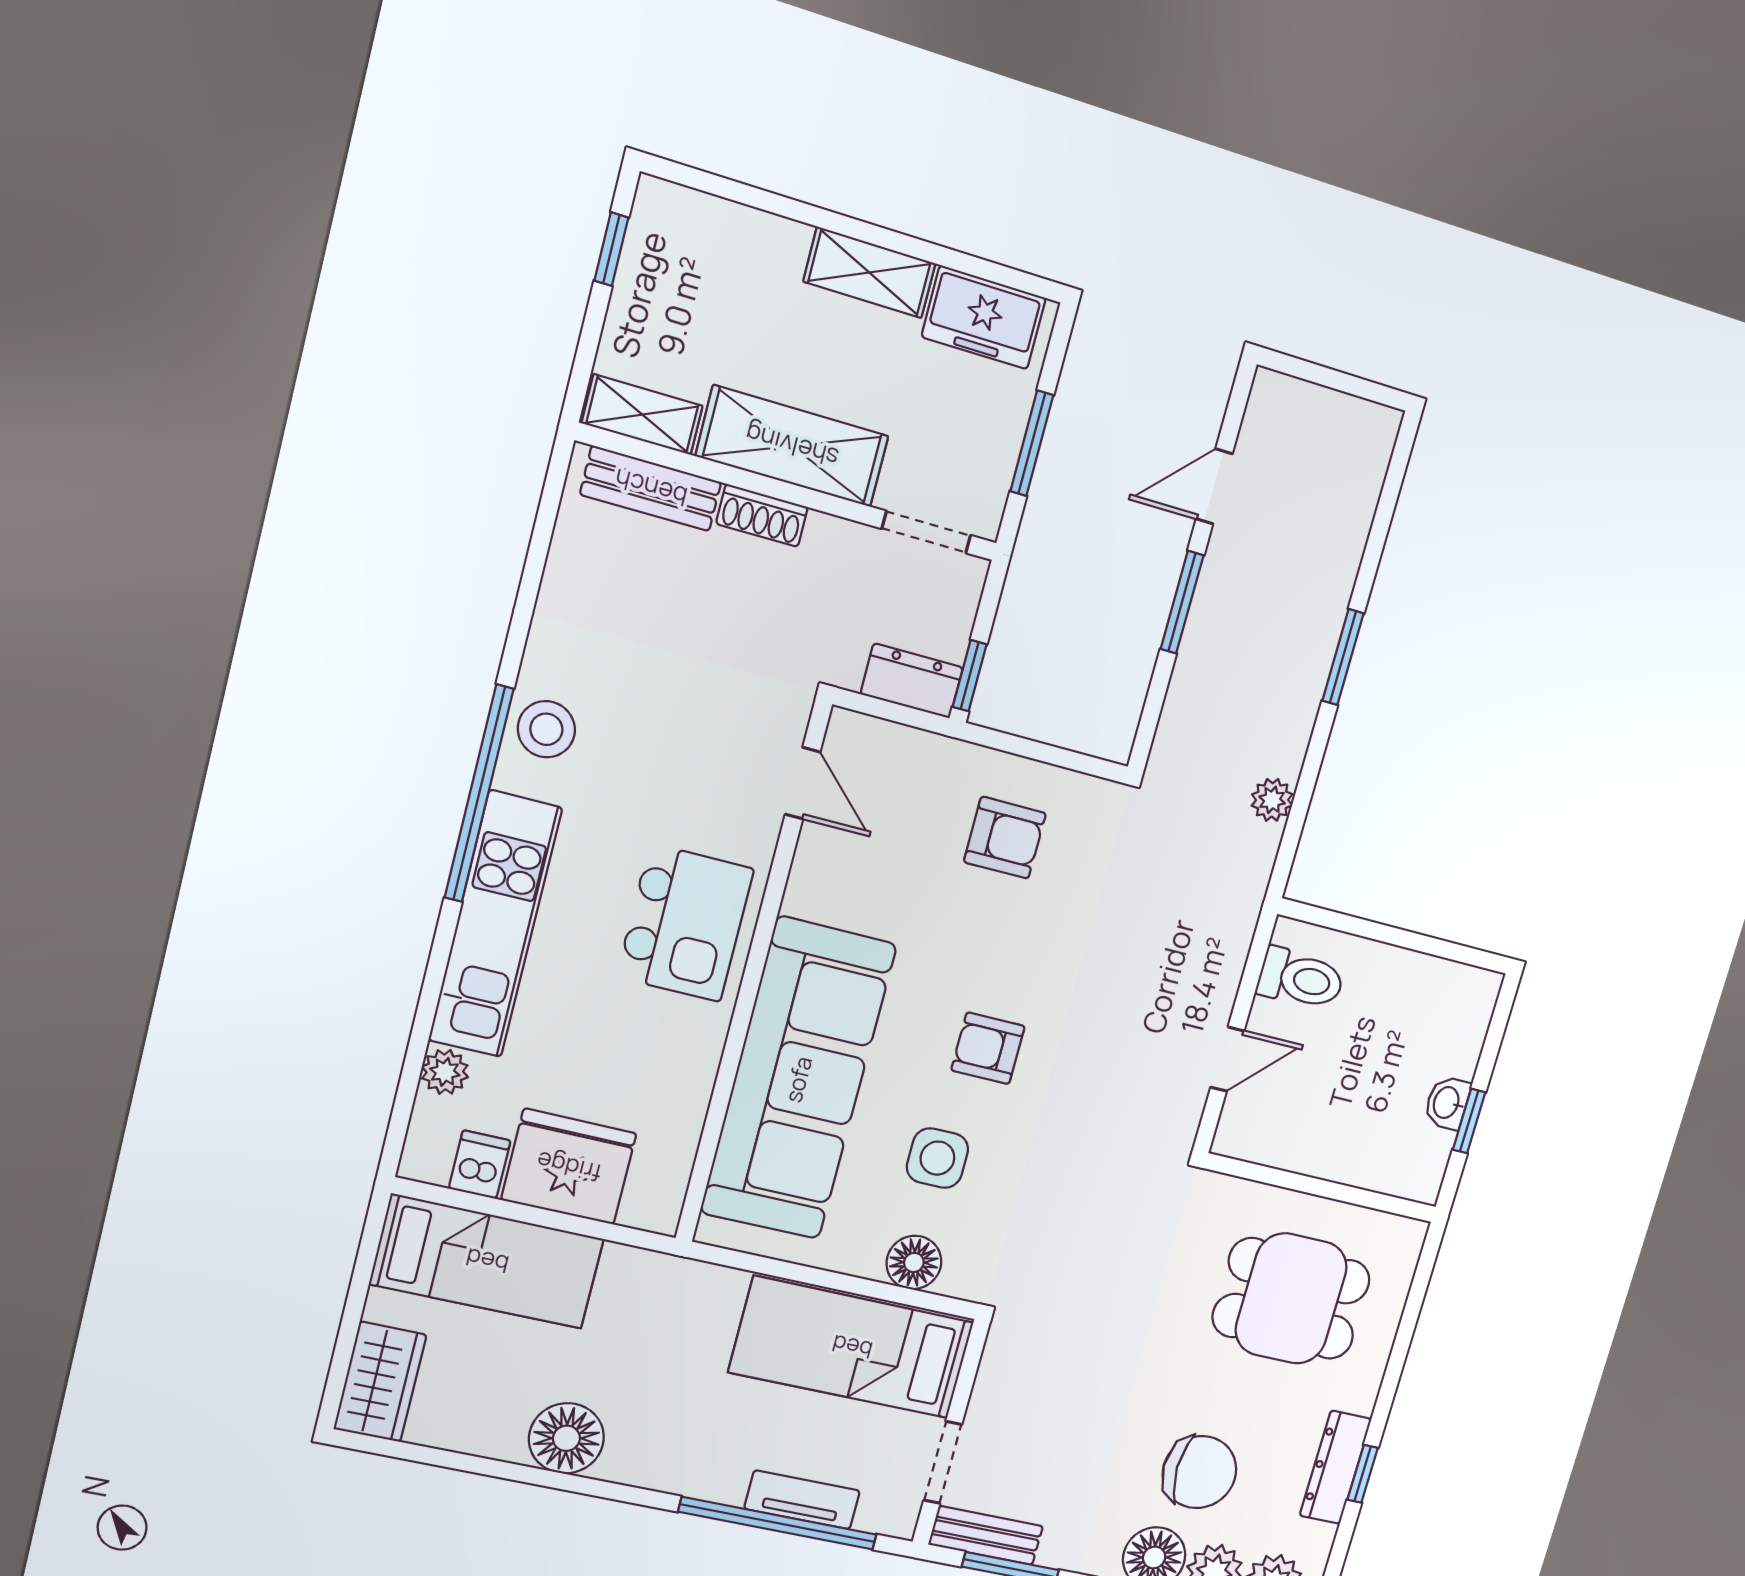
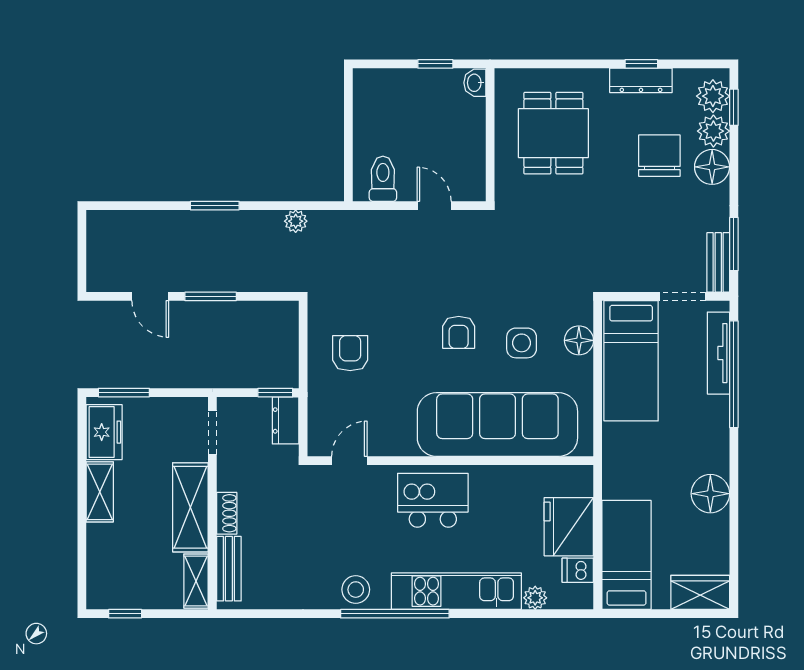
window: (1032, 443) -> (124, 393), moved
washbasin: (1447, 1103) -> (475, 83), moved, turned 90
tv unit: (802, 1500) -> (718, 353), width x1.41

